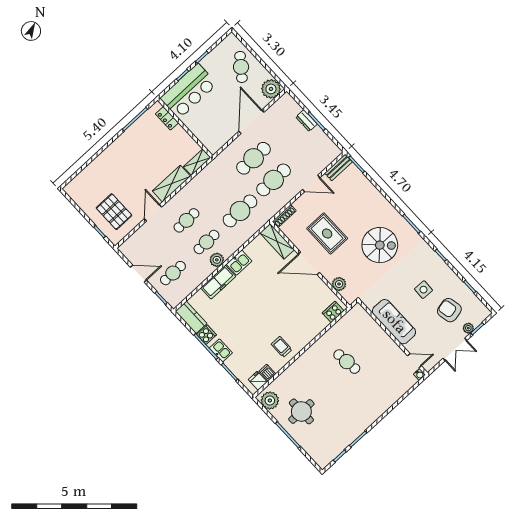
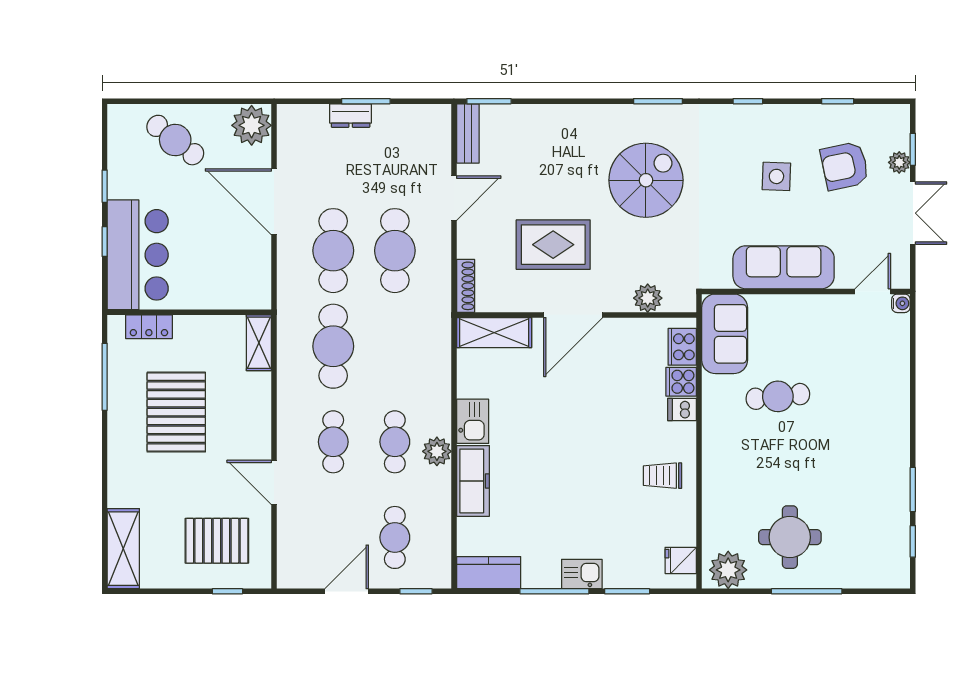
pallet: (146, 156) -> (176, 412), added
shelving: (171, 184) -> (123, 549), moved
cafe table: (240, 211) -> (333, 346), moved
sofa: (351, 323) -> (725, 334), added
cooker: (207, 335) -> (681, 382), moved, turned -90
dishwasher: (267, 373) -> (682, 409), moved

